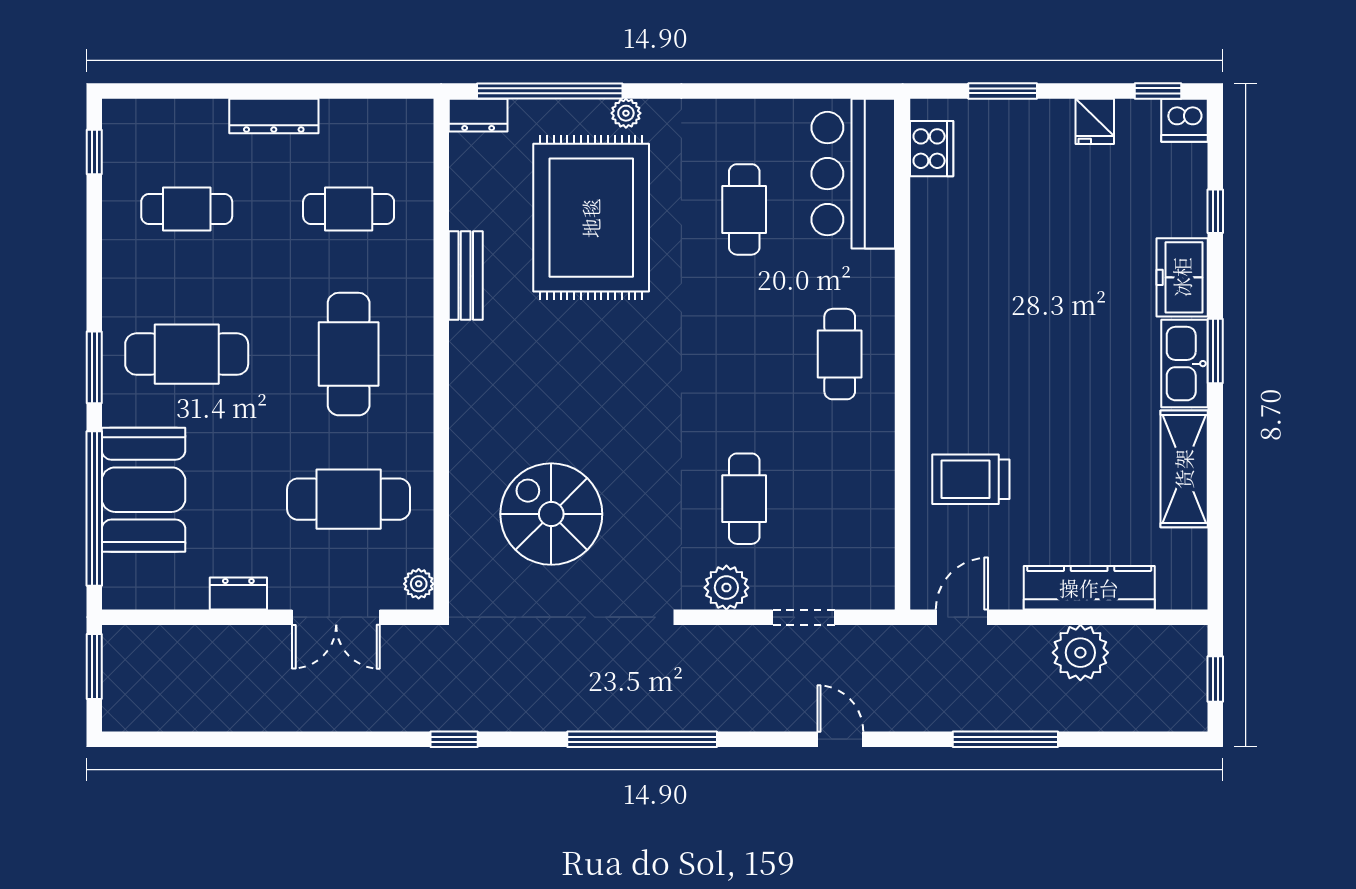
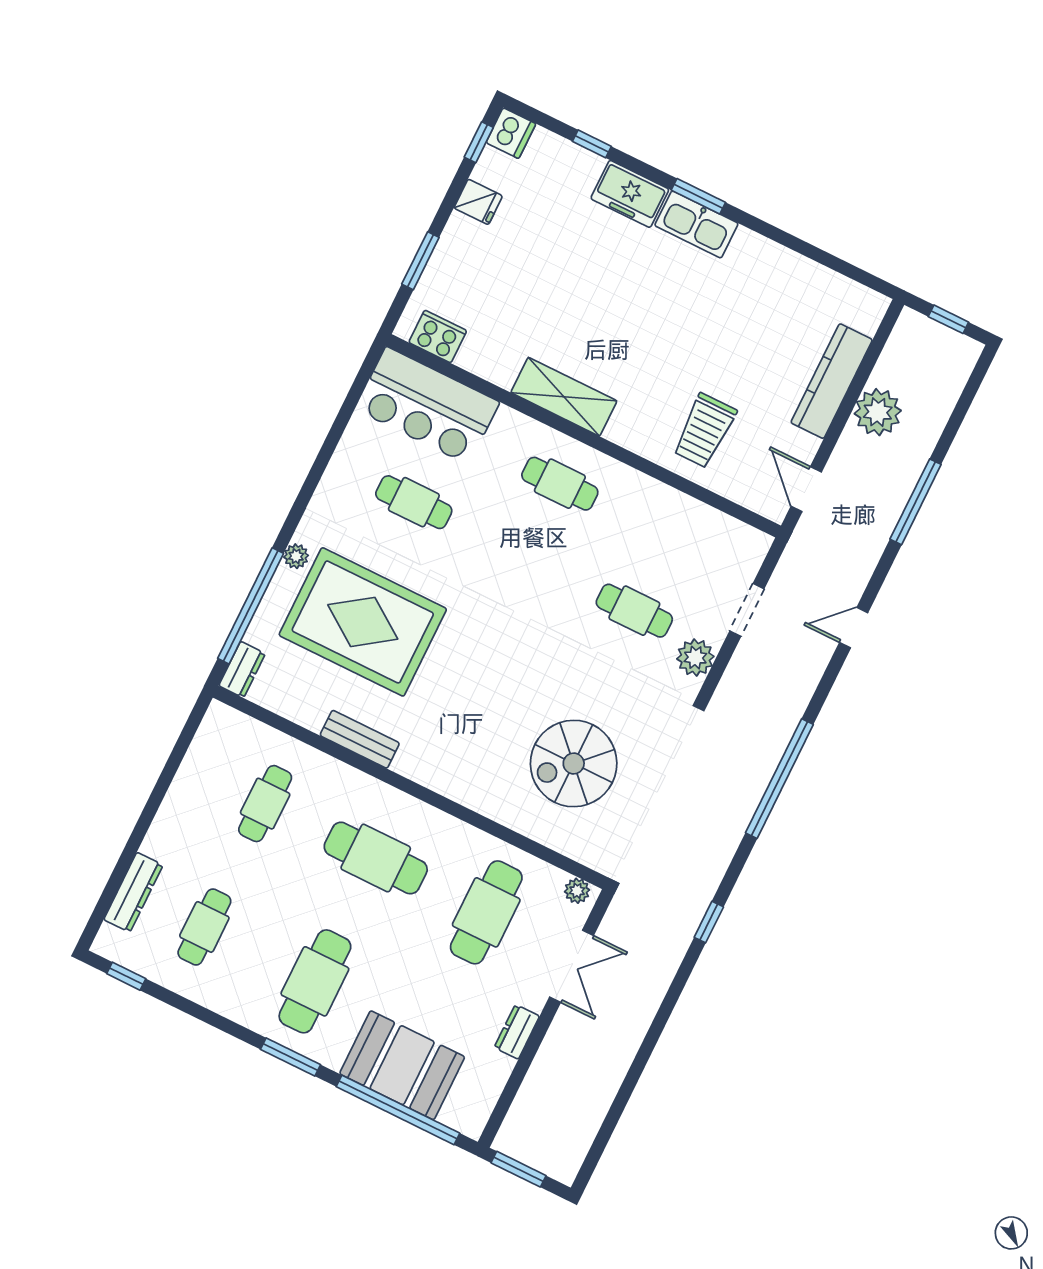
dresser: (274, 116) -> (133, 892), moved
shelving: (1184, 469) -> (564, 397), moved

